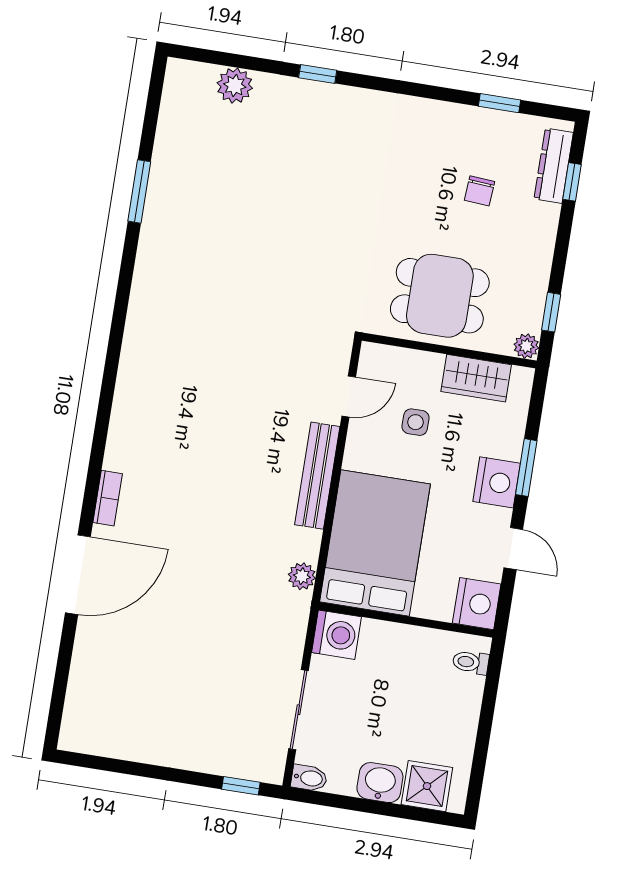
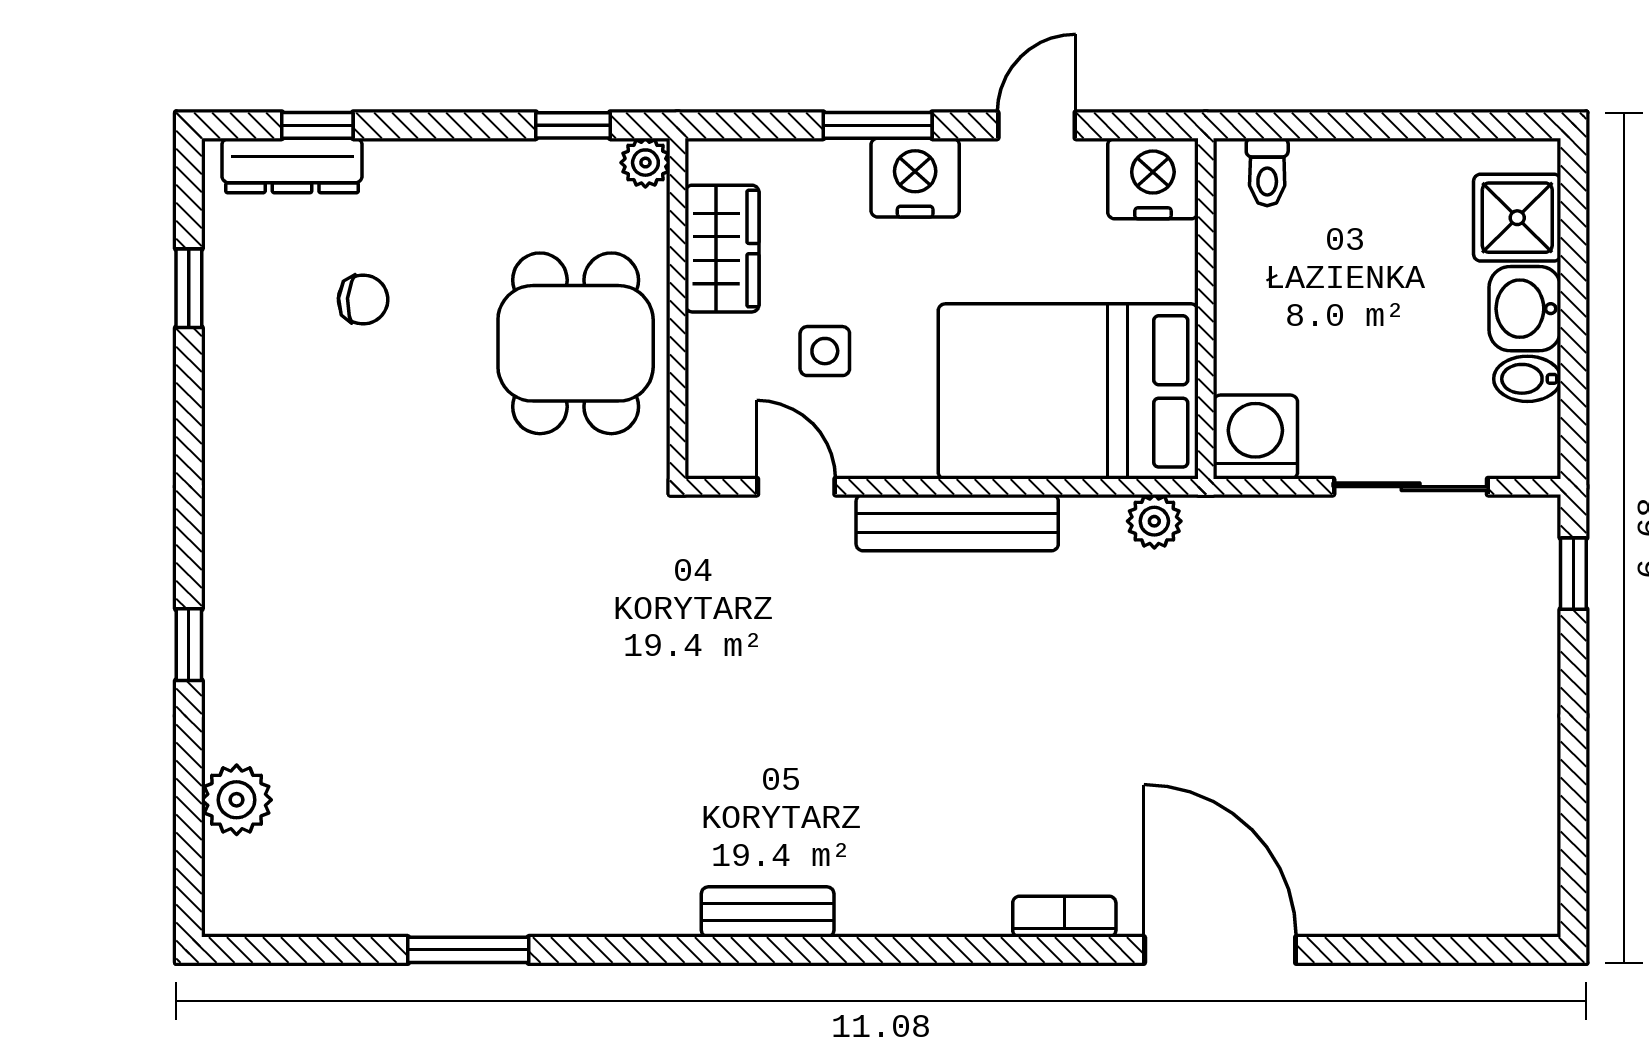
bench: (134, 347) -> (768, 912), added
bidet: (309, 778) -> (1527, 379), moved, turned -90

